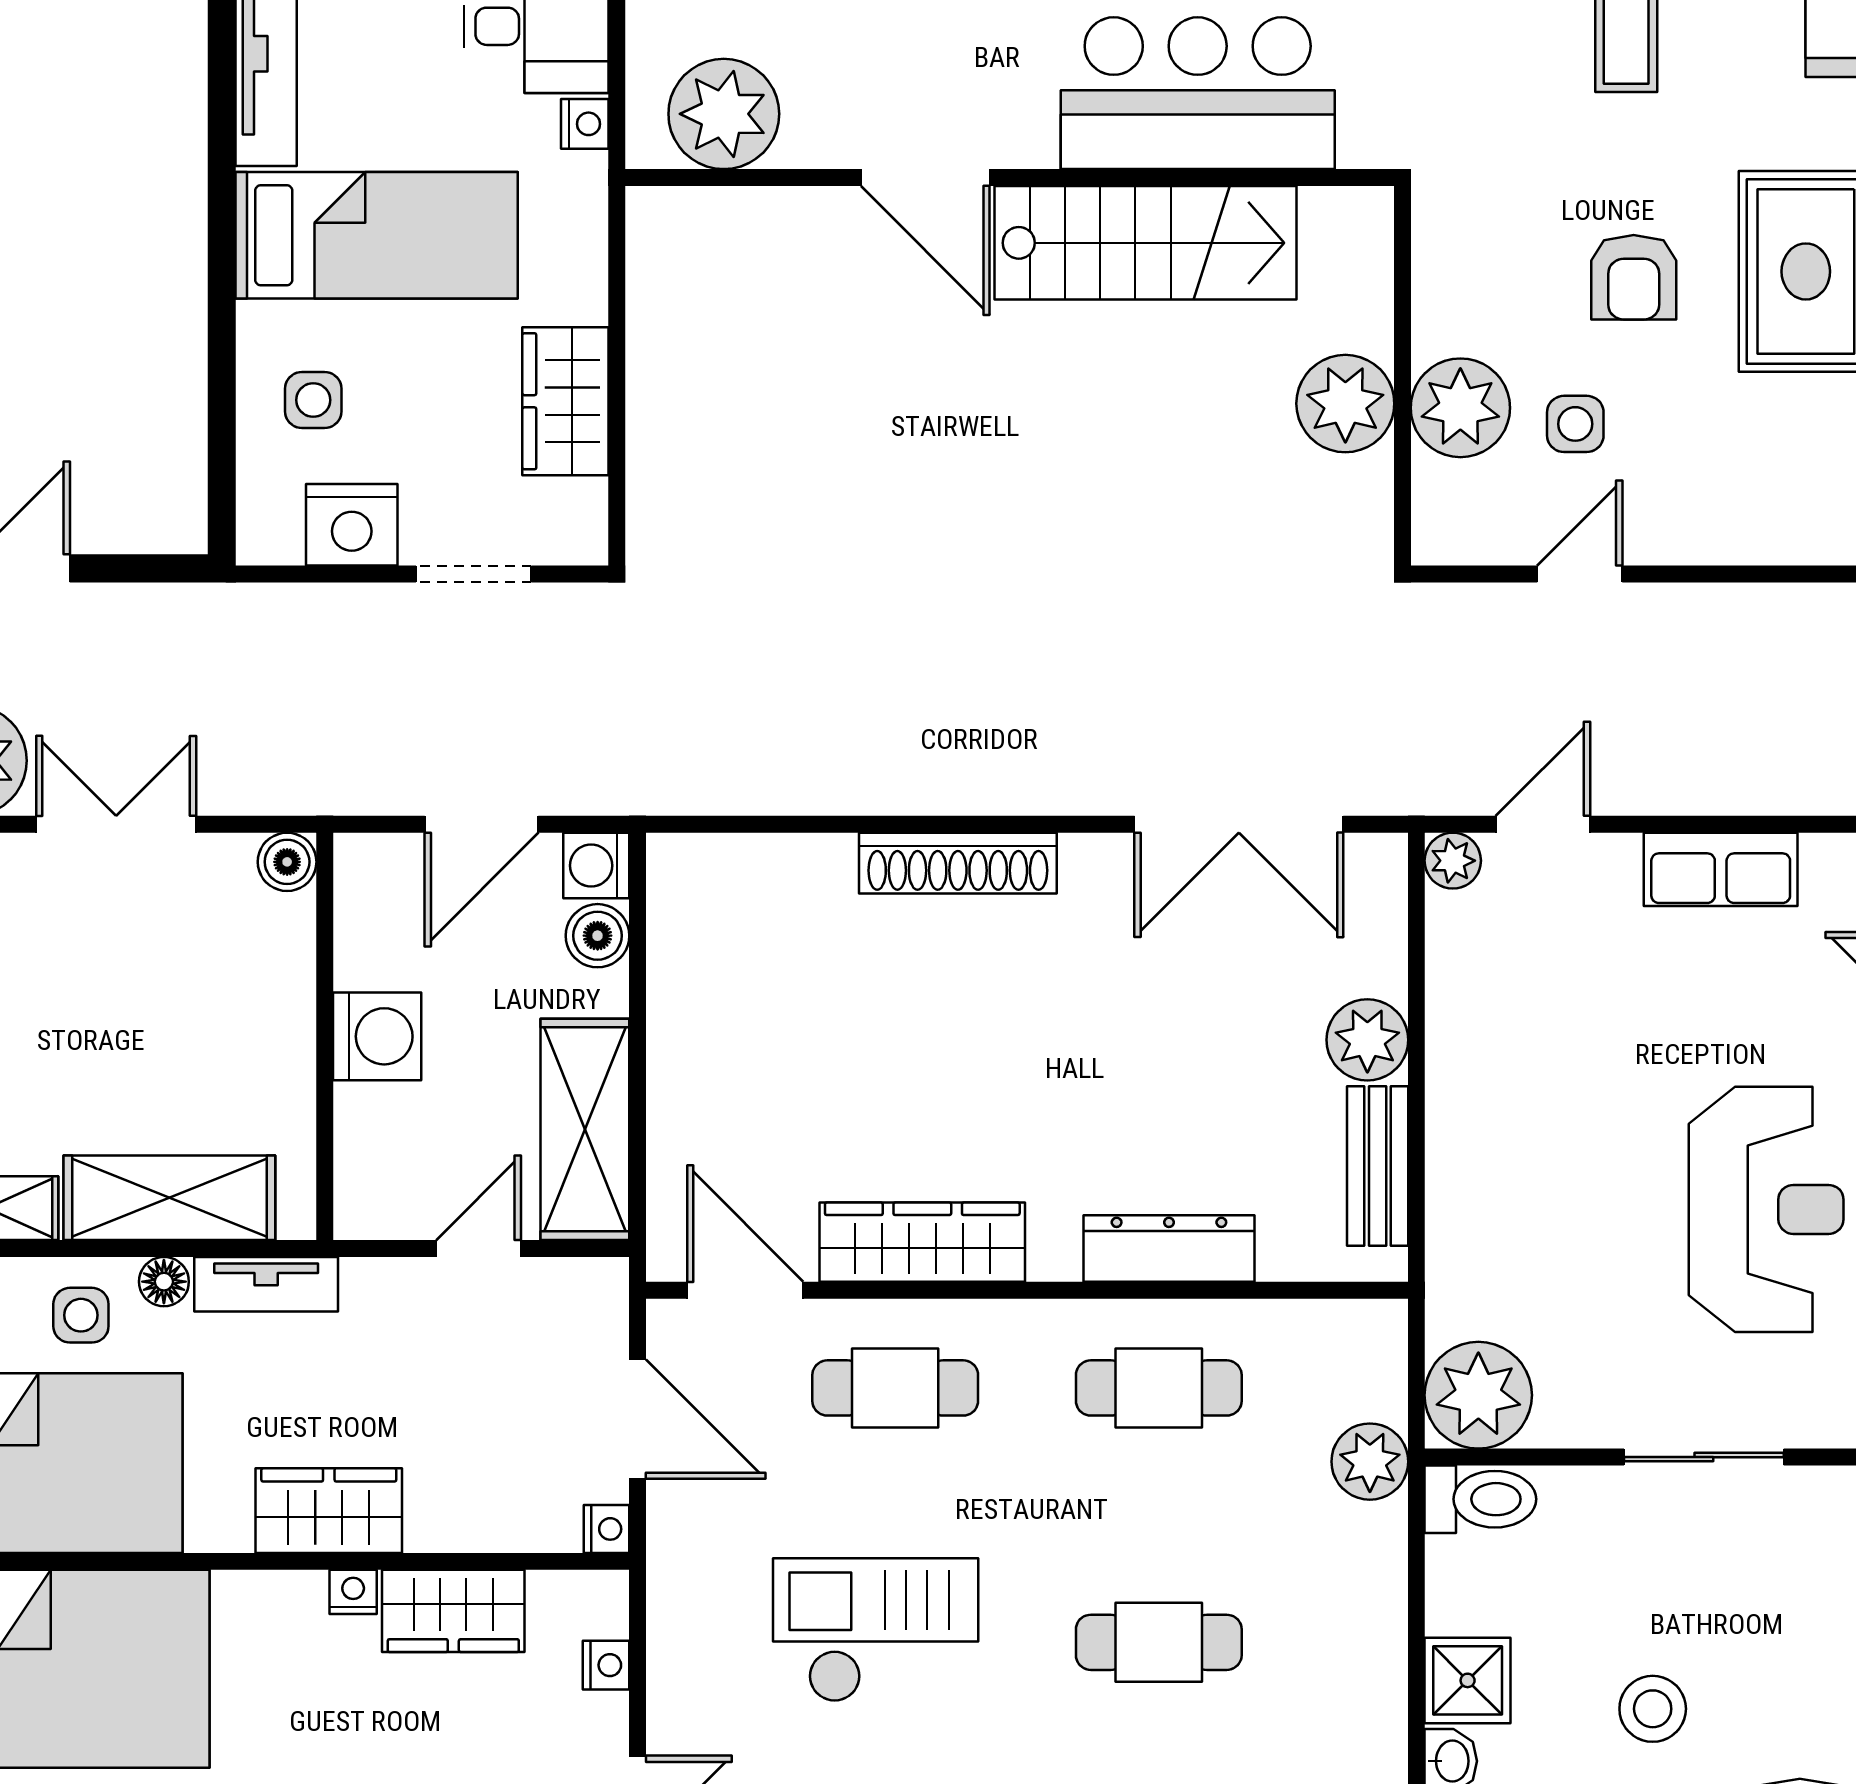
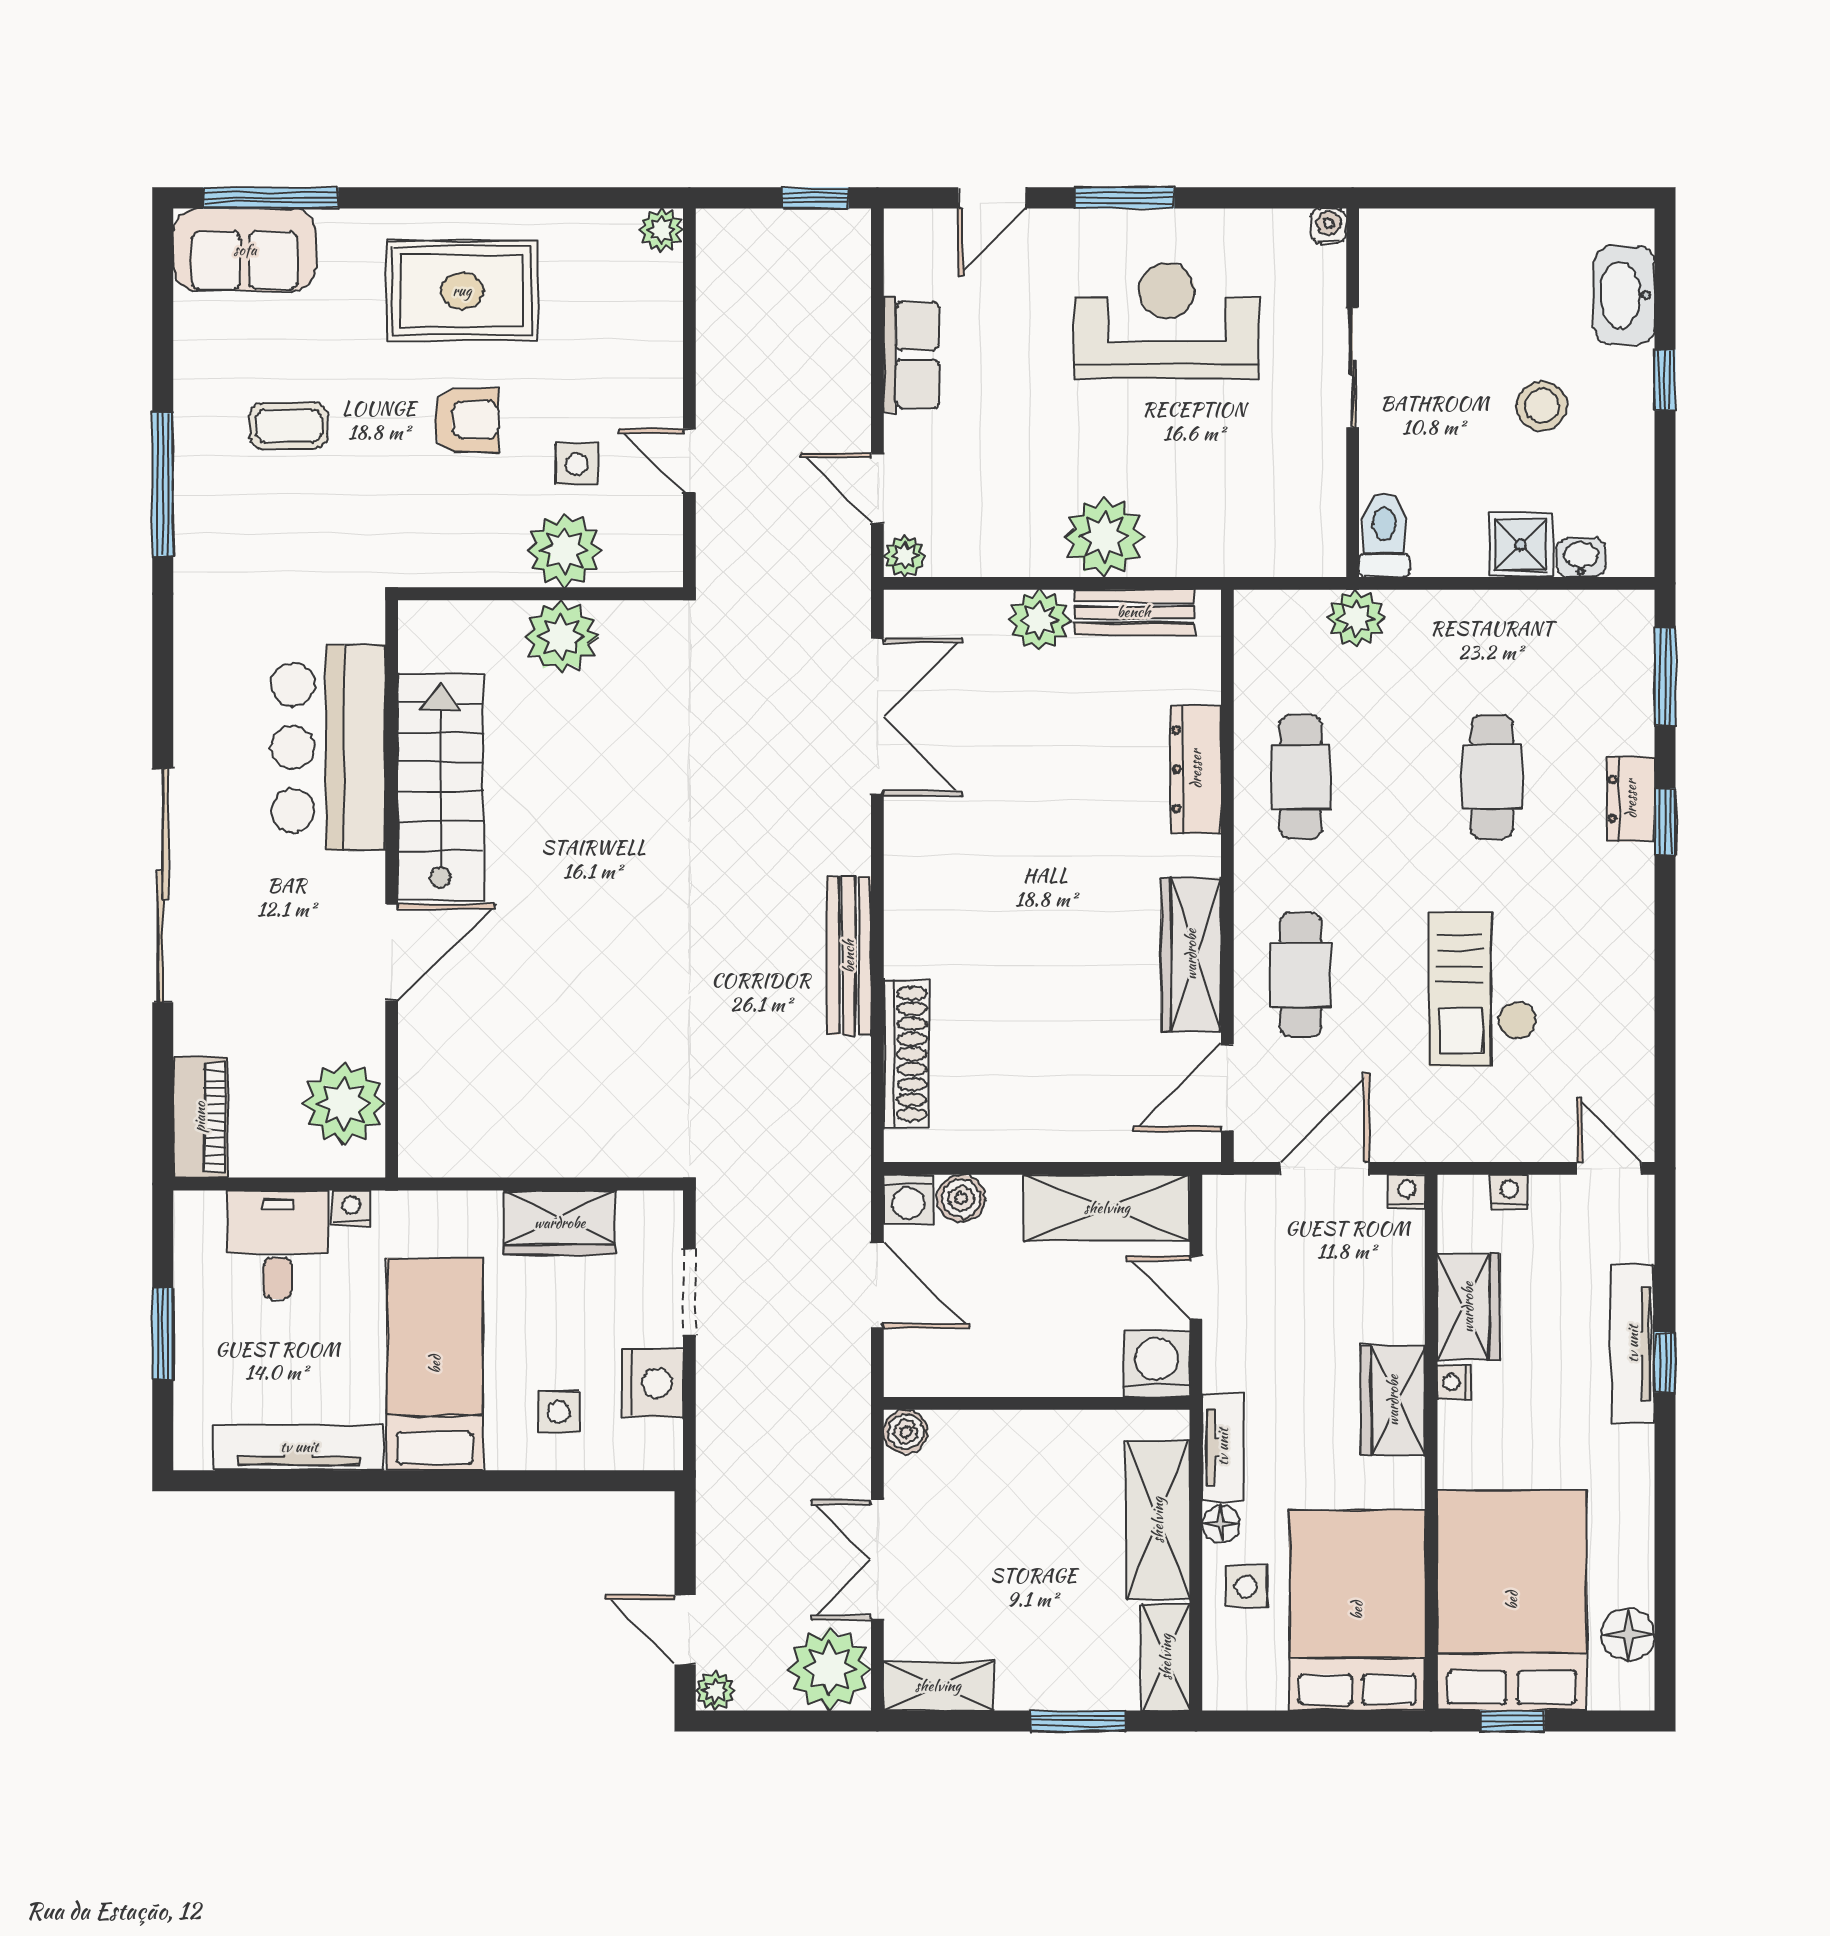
bench: (921, 786) -> (849, 956), added
shoe rack: (958, 863) -> (906, 1054), moved
washing machine: (377, 1036) -> (1157, 1364), moved
plant: (1478, 1395) -> (1104, 537), moved

